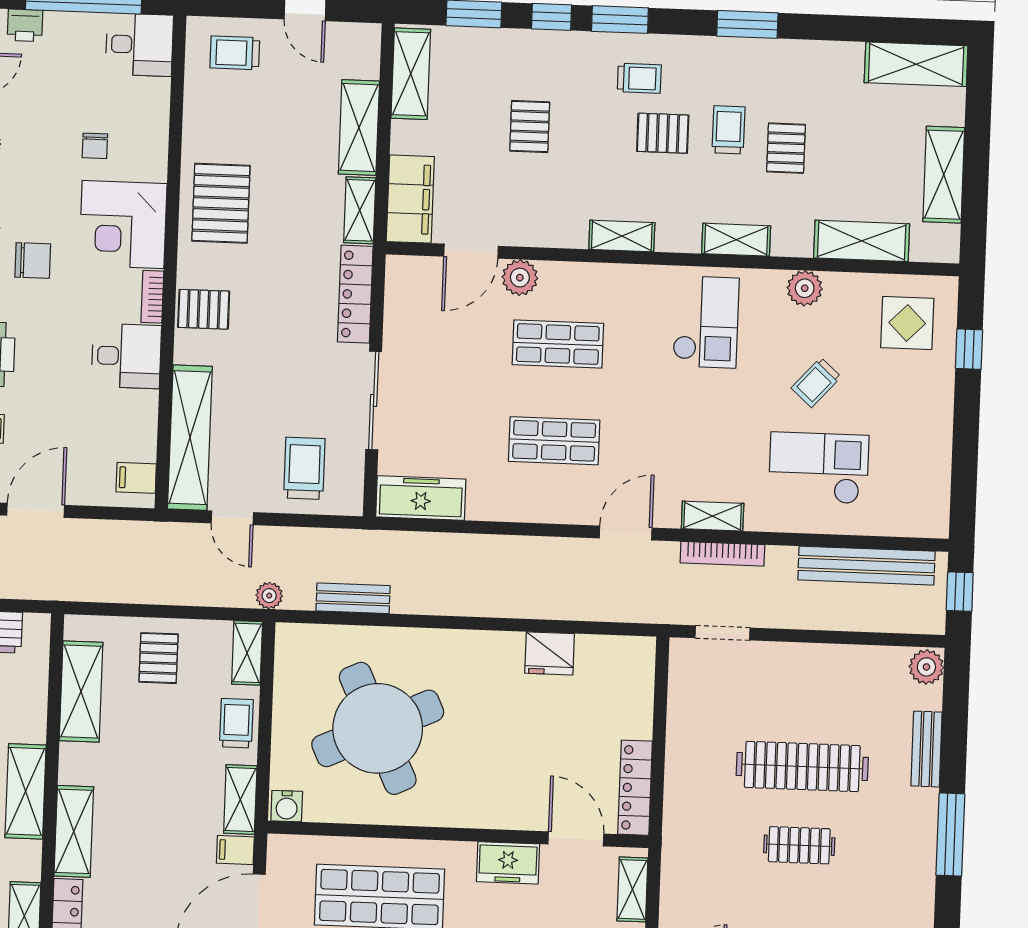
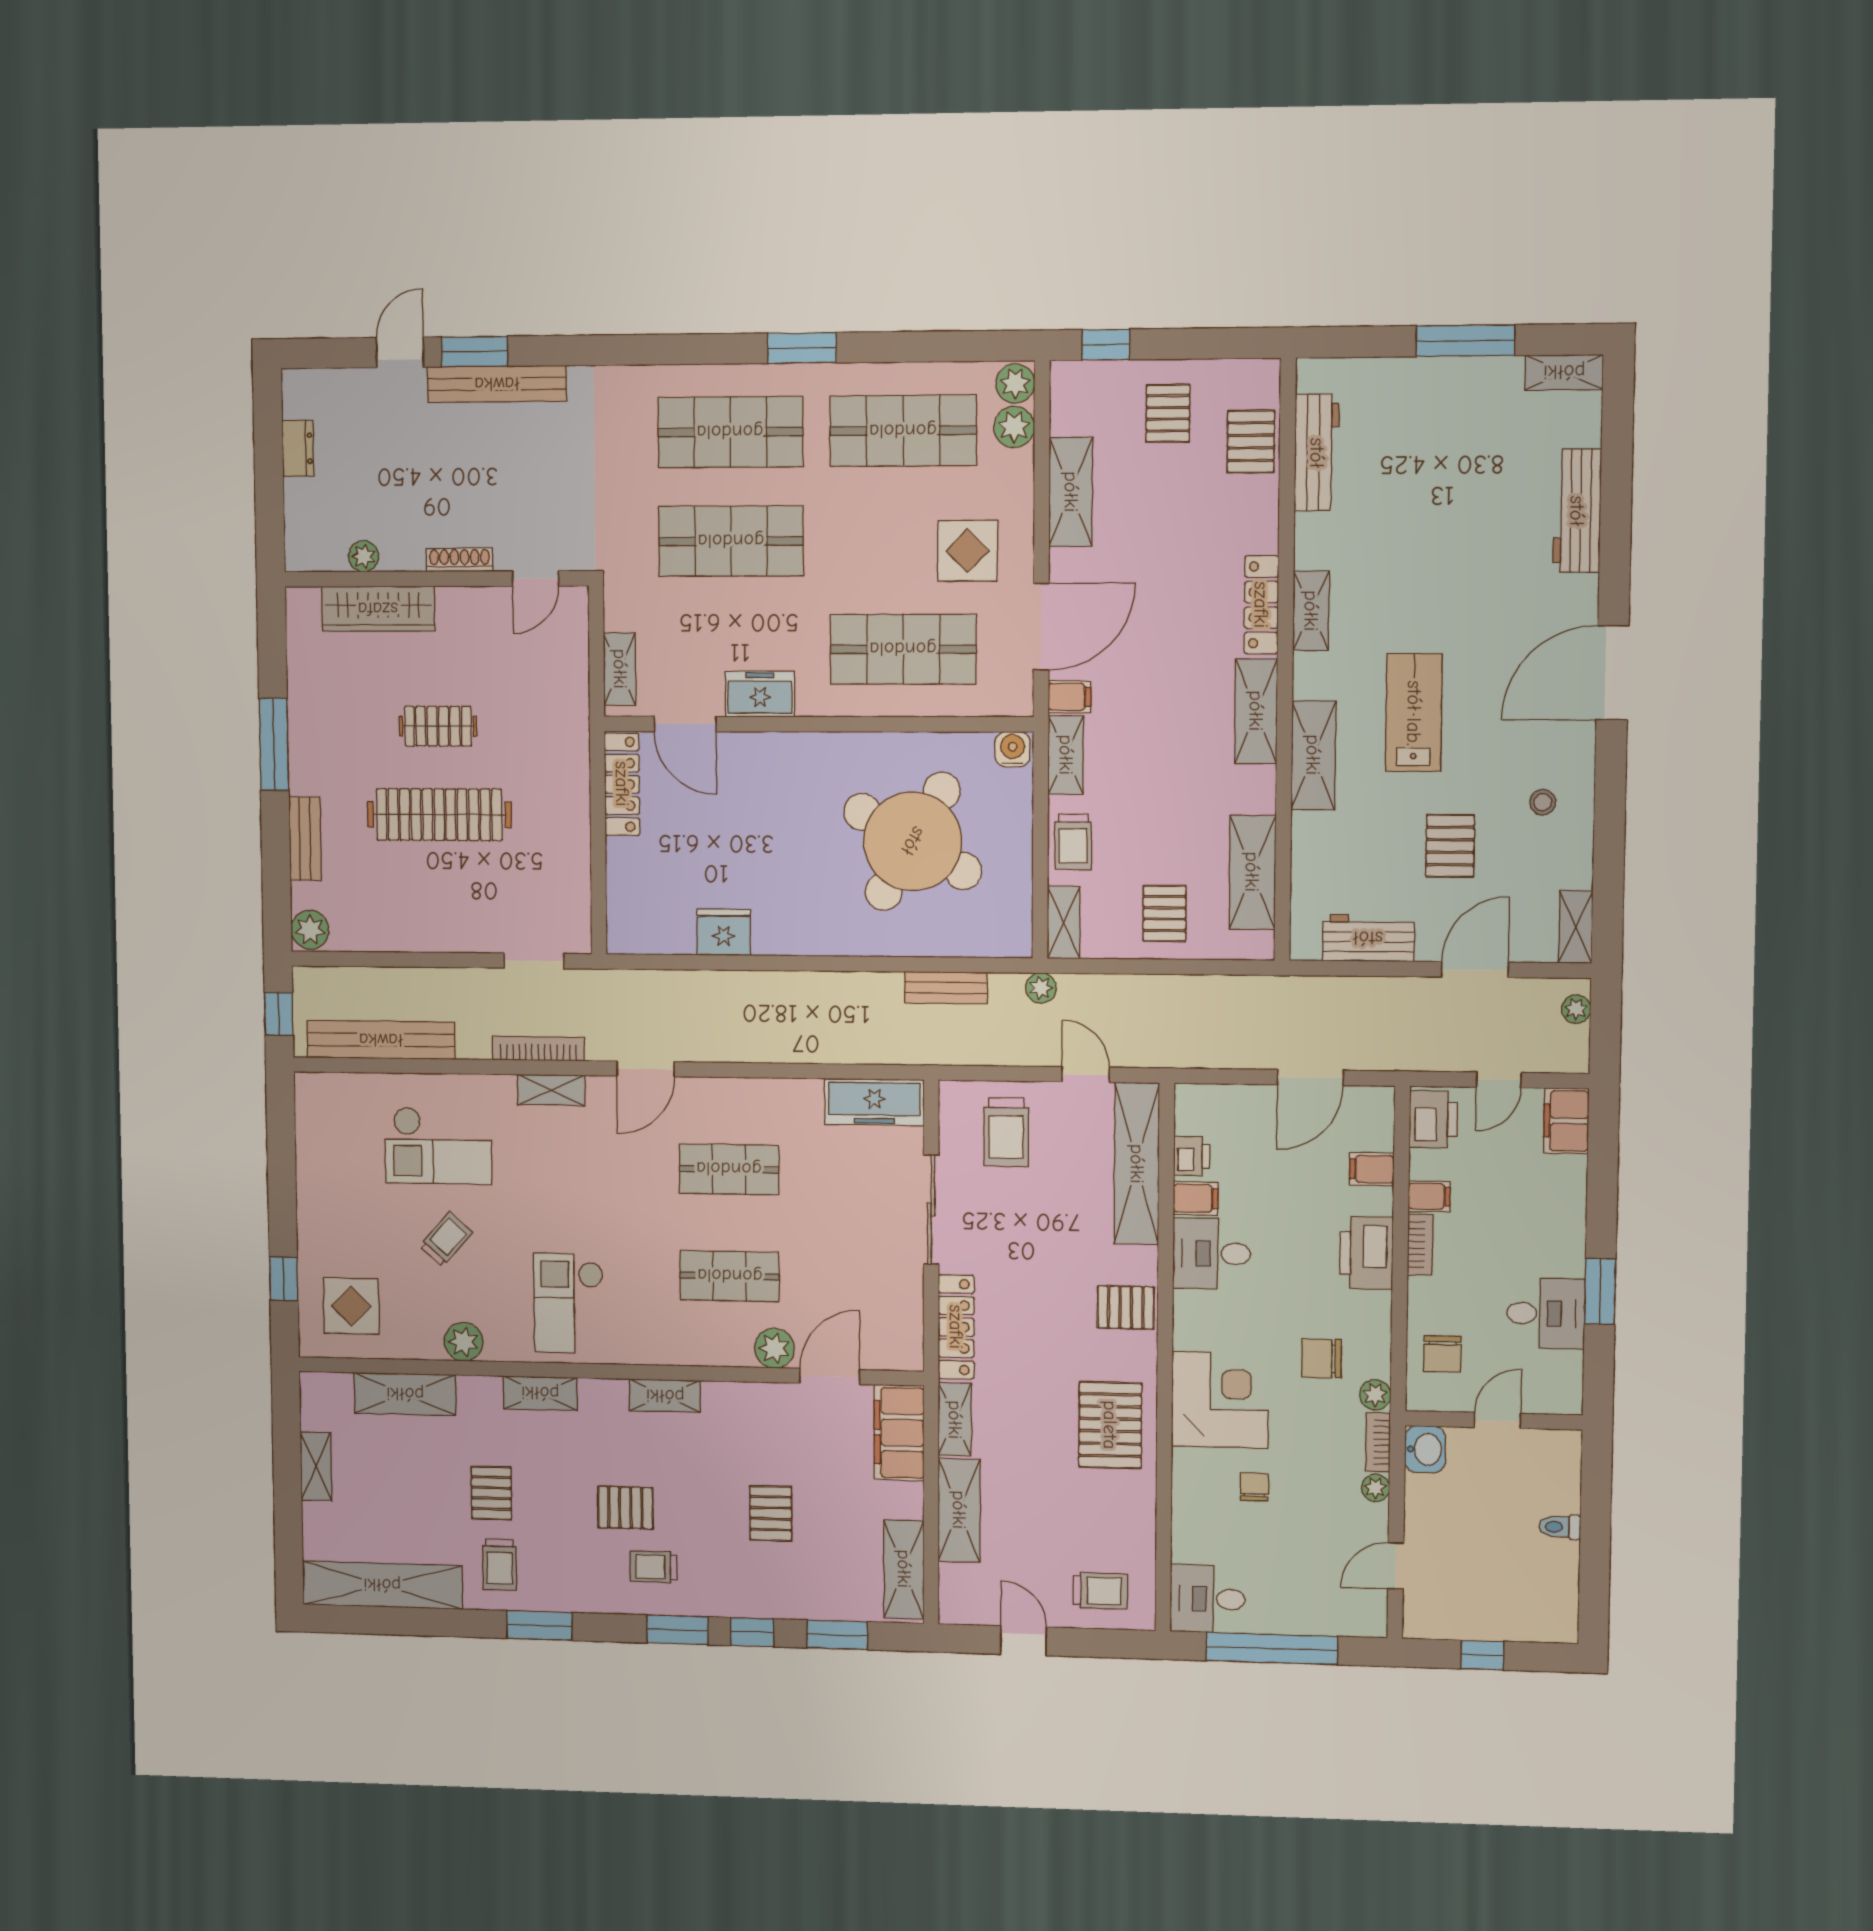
printer: (25, 25) -> (1192, 1156), moved, turned 90
shelving: (916, 64) -> (382, 1585), width x1.47
trolley: (728, 130) -> (500, 1565), moved
shelving: (944, 175) -> (316, 1466), width x0.67, depth x0.75
bookcase: (152, 297) -> (1184, 1320), removed
filing cabinet: (136, 478) -> (1196, 1198), moved
round table: (378, 728) -> (913, 841), turned -35

